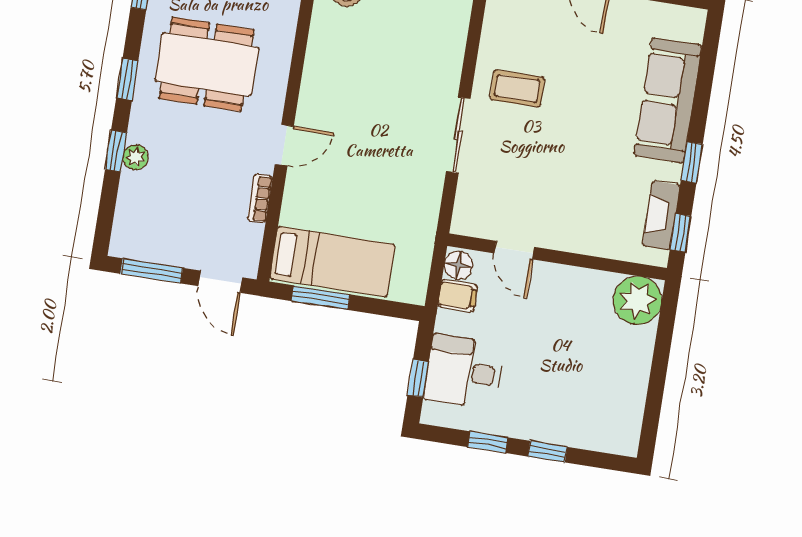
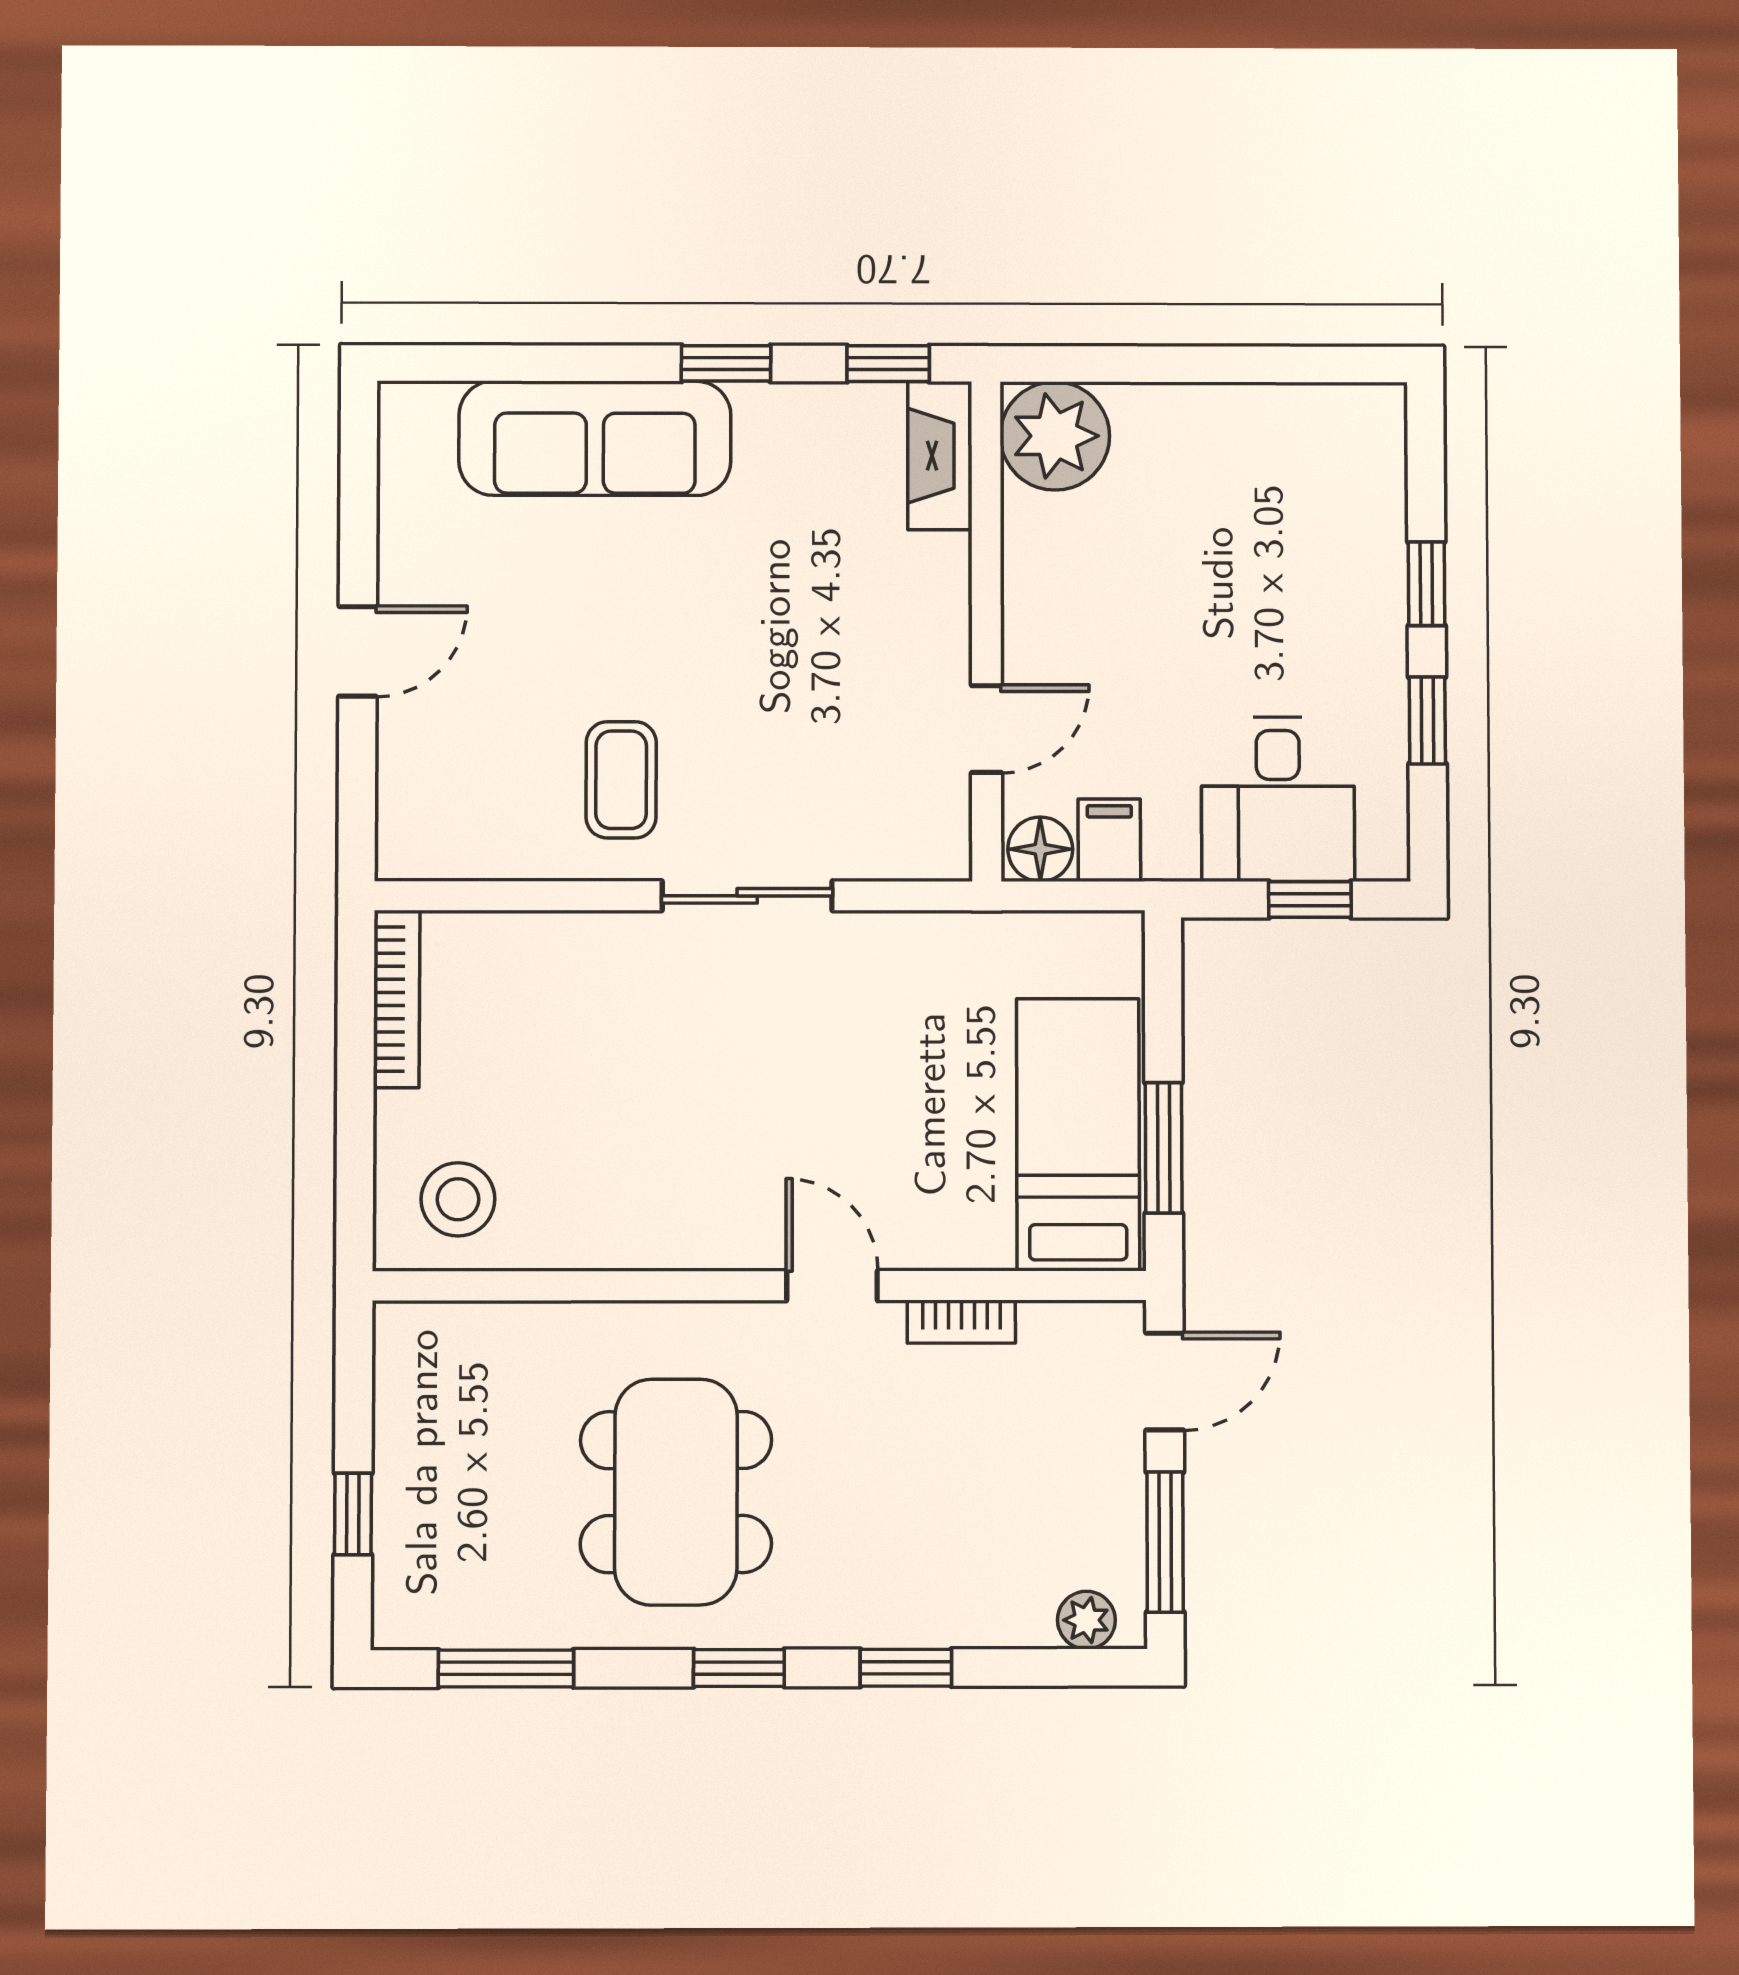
plant: (136, 157) -> (1086, 1620), moved
fireplace: (661, 215) -> (940, 456), moved, turned 90

